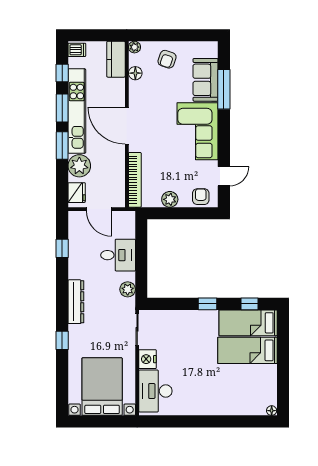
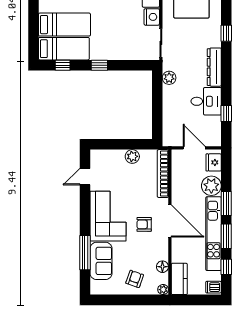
armchair: (201, 197) -> (144, 224), moved, turned 90
desk: (118, 255) -> (206, 101), moved, turned 180

